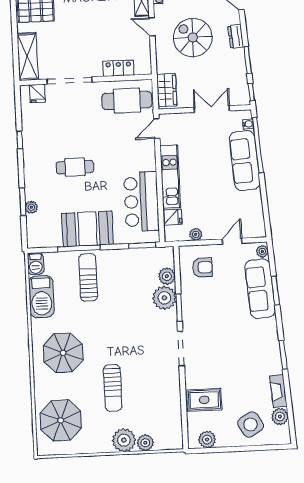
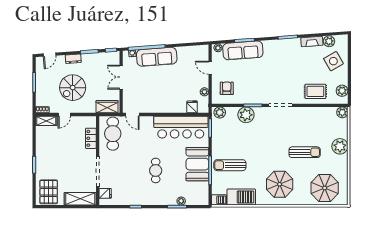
kitchen unit: (170, 177) -> (165, 107), removed
bar counter: (141, 202) -> (181, 127), width x1.36
plant: (167, 276) -> (220, 112), moved
rug: (204, 400) -> (315, 91), turned 90
plant: (145, 443) -> (342, 112), moved

